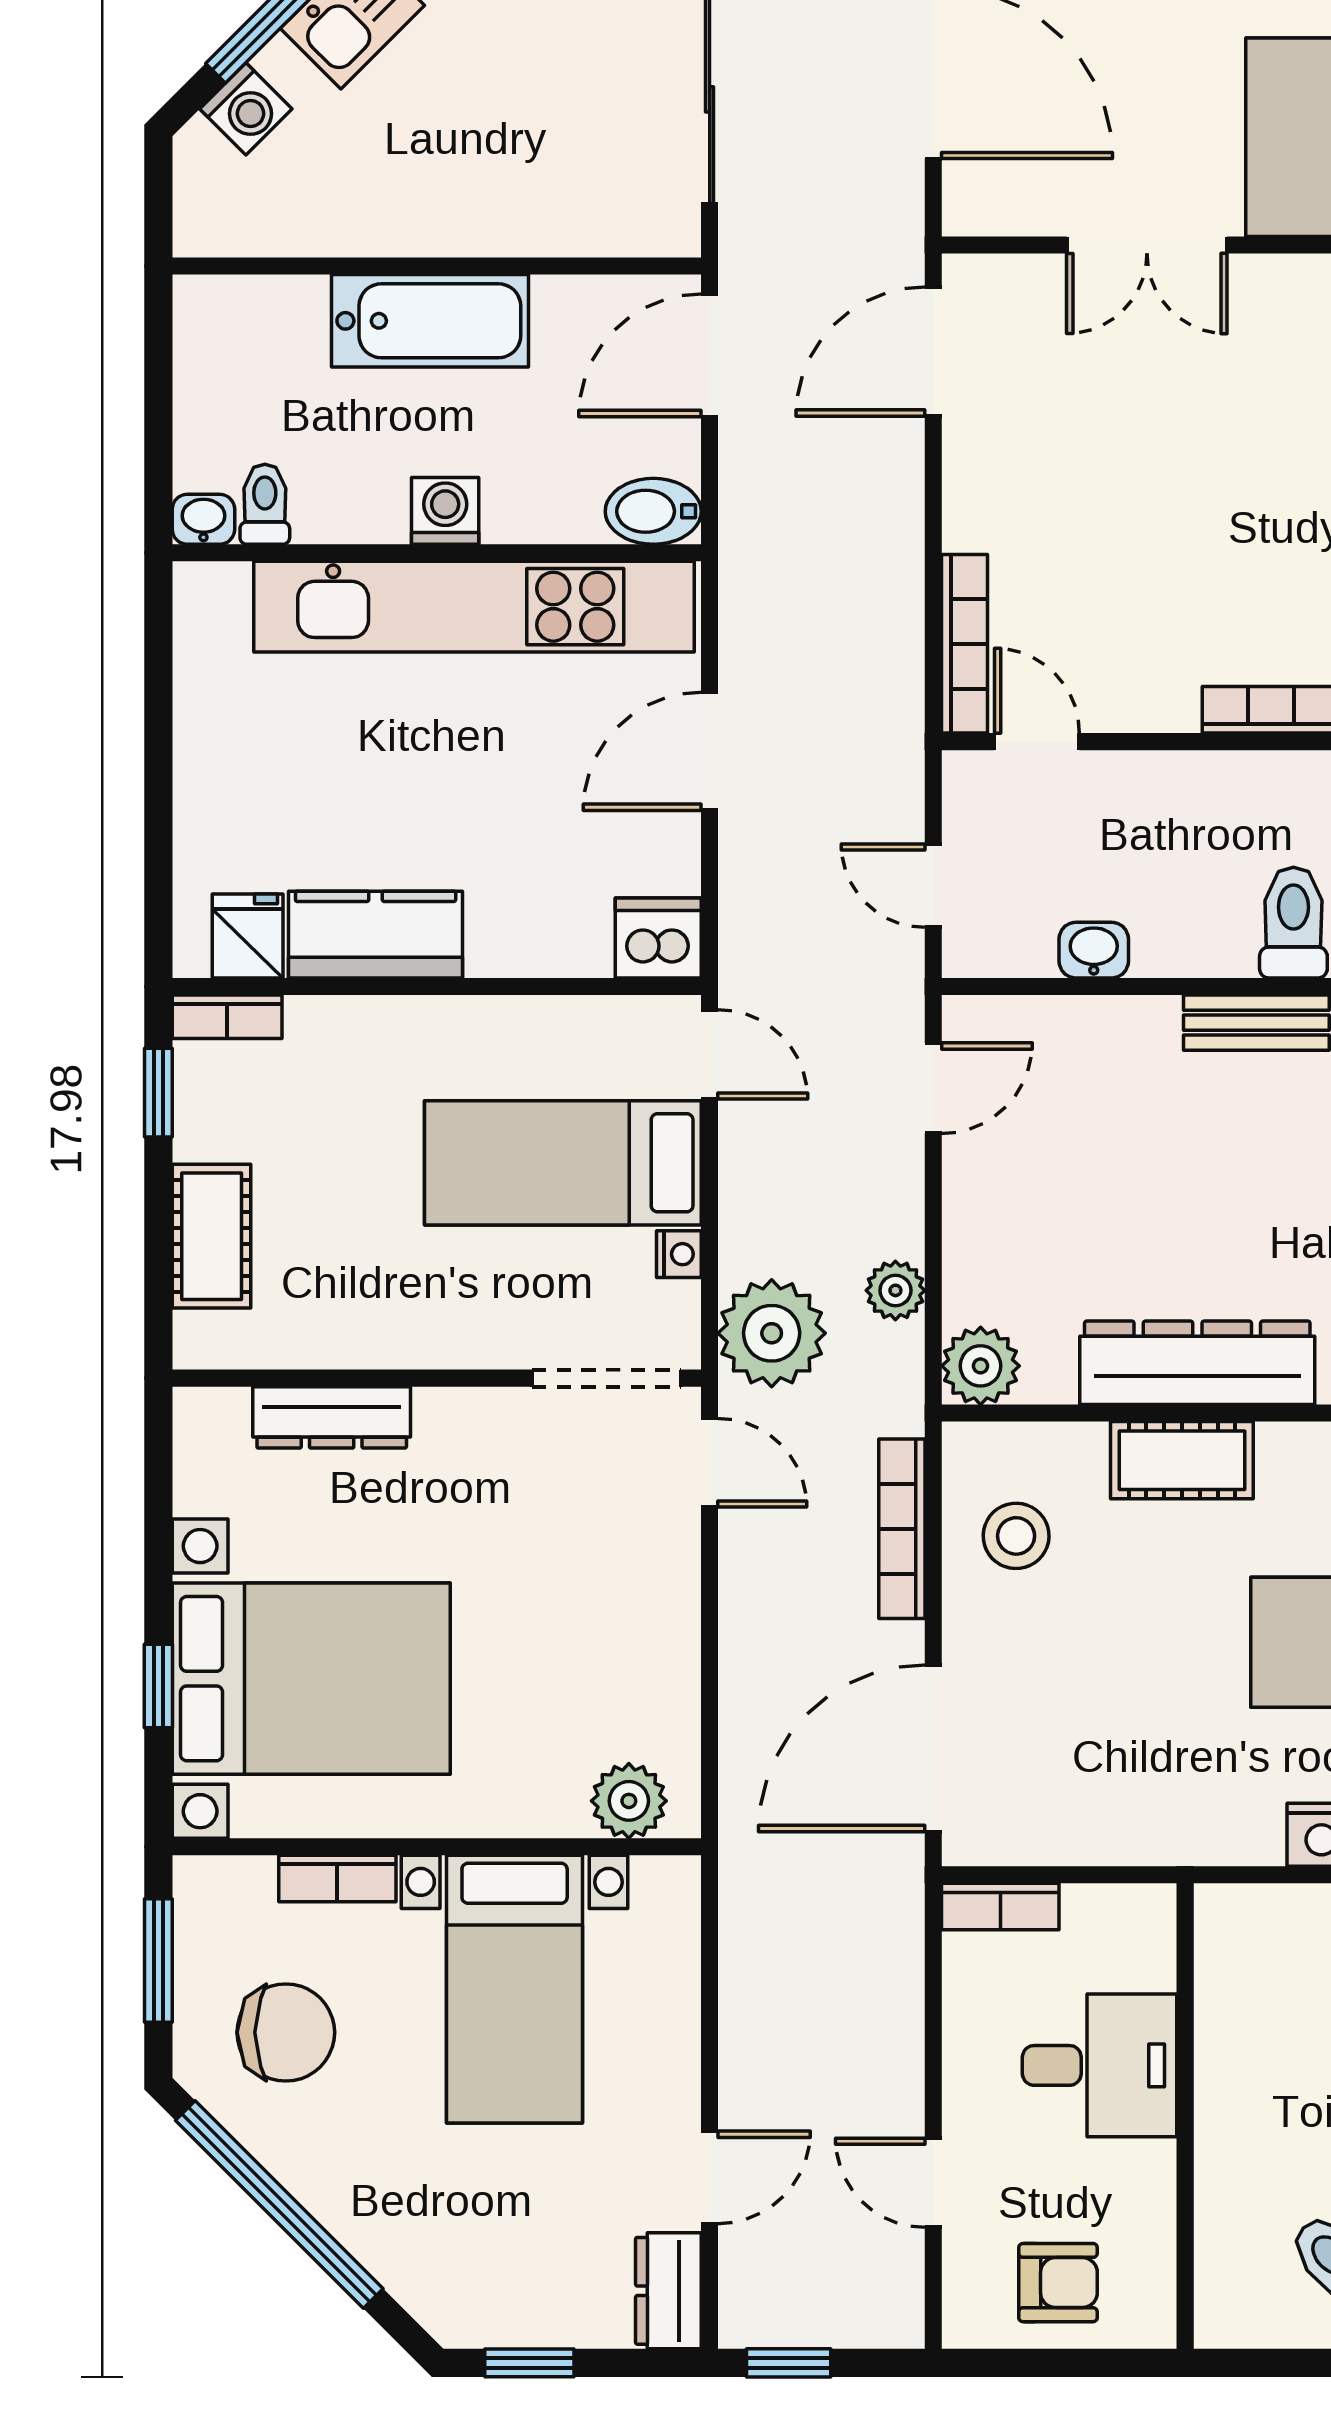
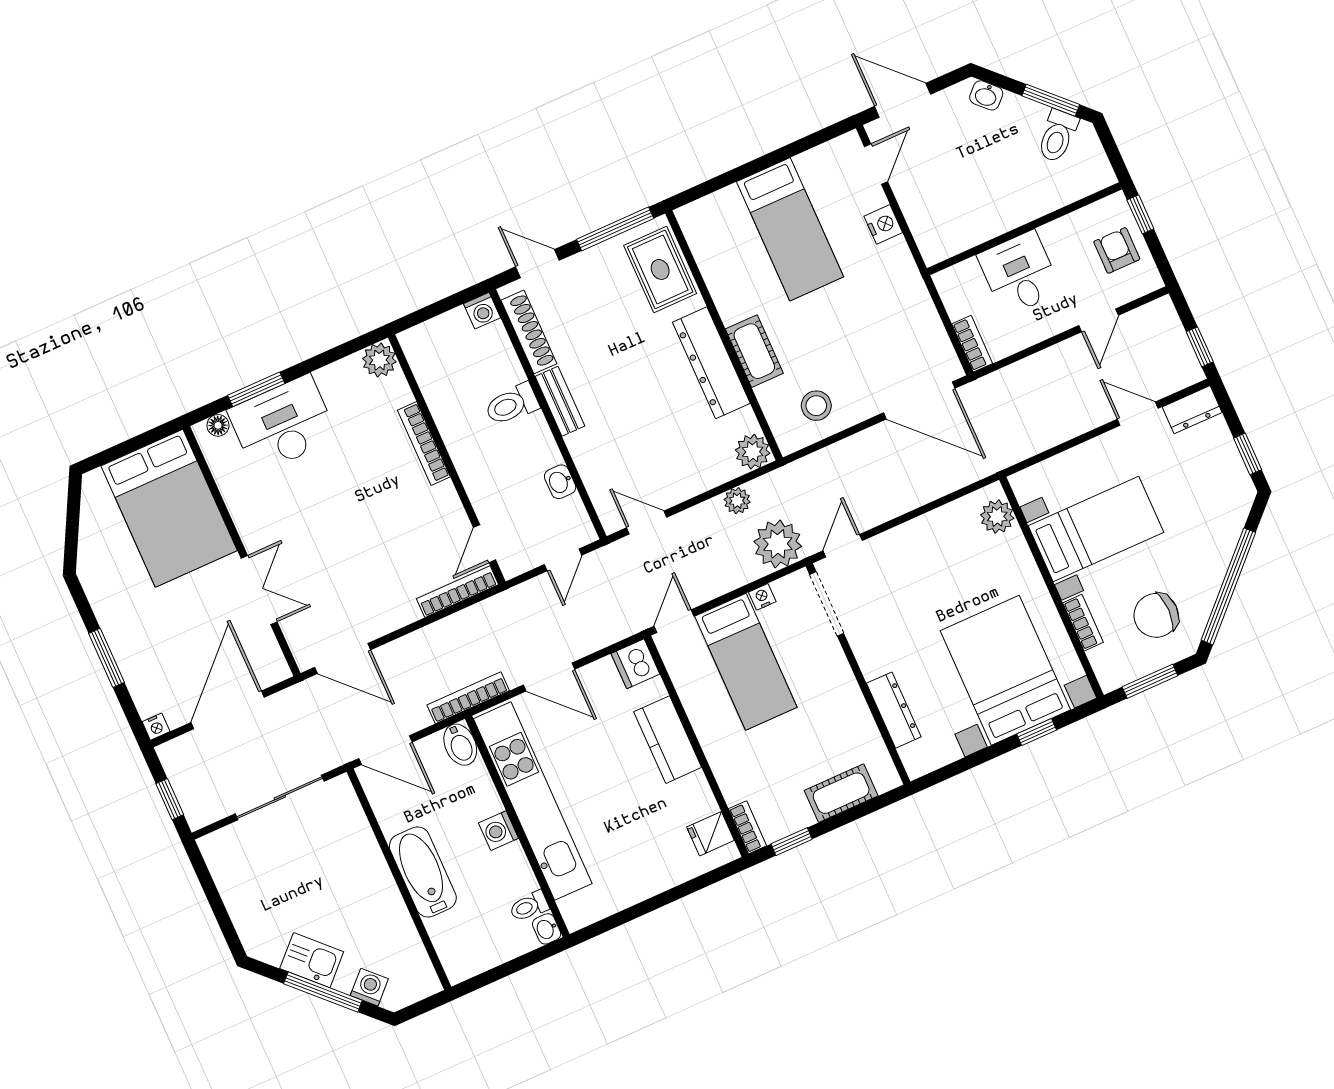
kitchen counter: (376, 935) -> (668, 740), moved
bookcase: (902, 1529) -> (468, 698), moved, turned 180
chair: (286, 2032) -> (1156, 615), turned -90
window: (1110, 2363) -> (1140, 214), added

